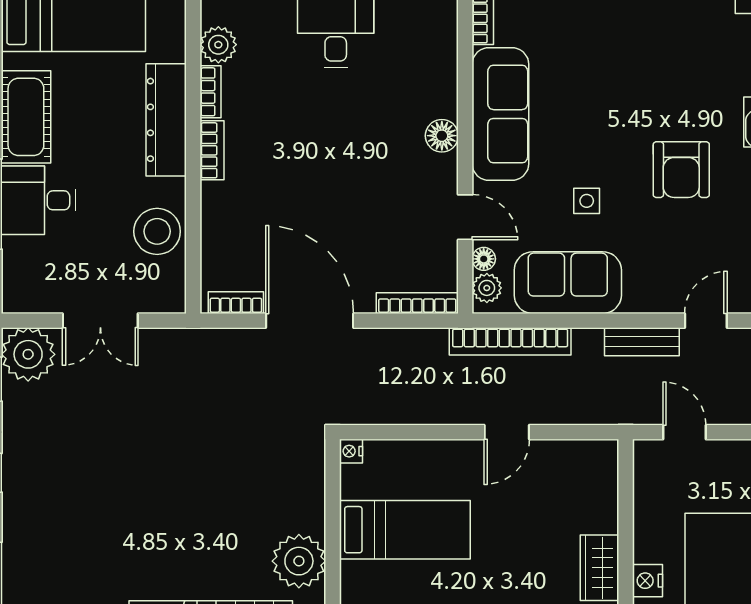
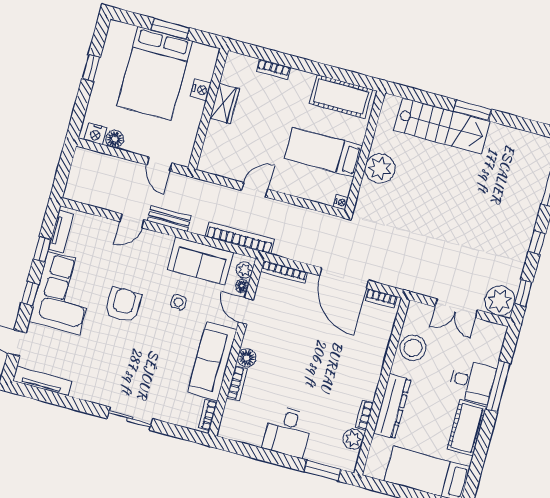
bookcase: (212, 150) -> (237, 383), moved, turned 180
double door: (100, 321) -> (456, 308), swing flipped
plant: (299, 561) -> (380, 168), moved

